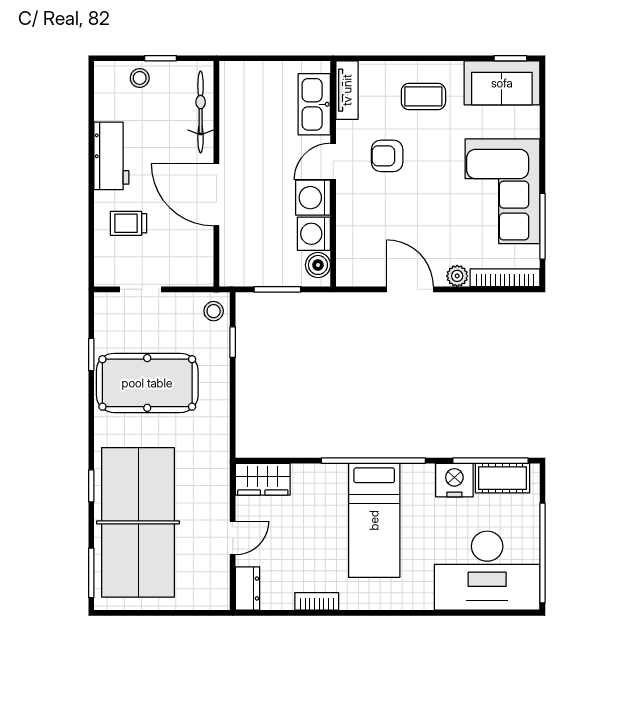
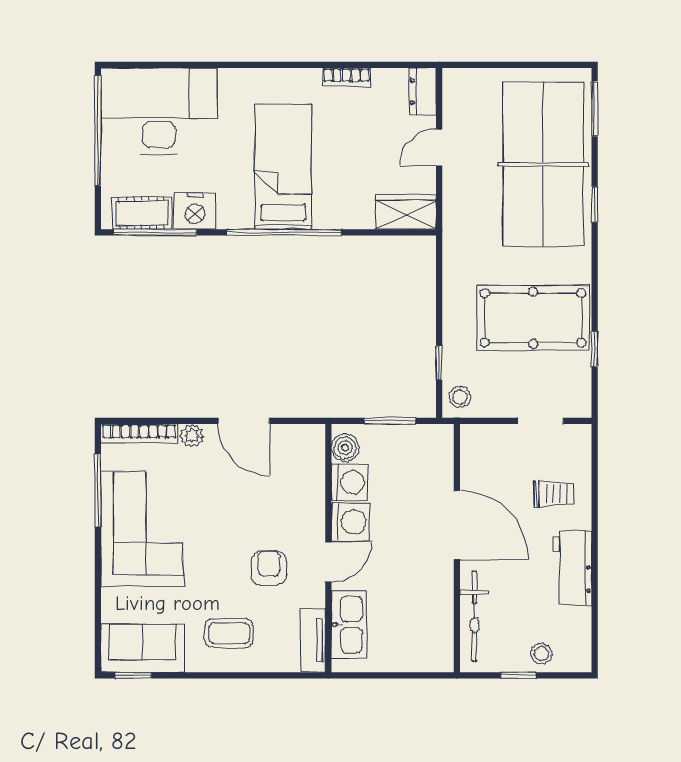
armchair: (387, 156) -> (269, 568), turned -90

